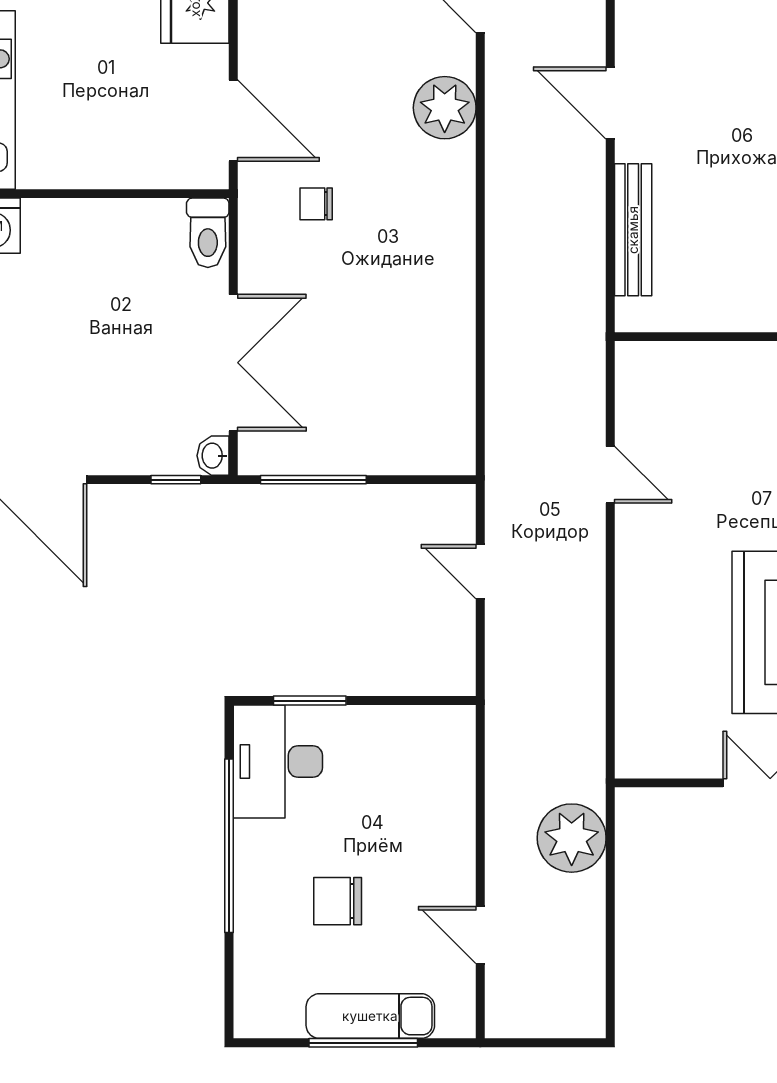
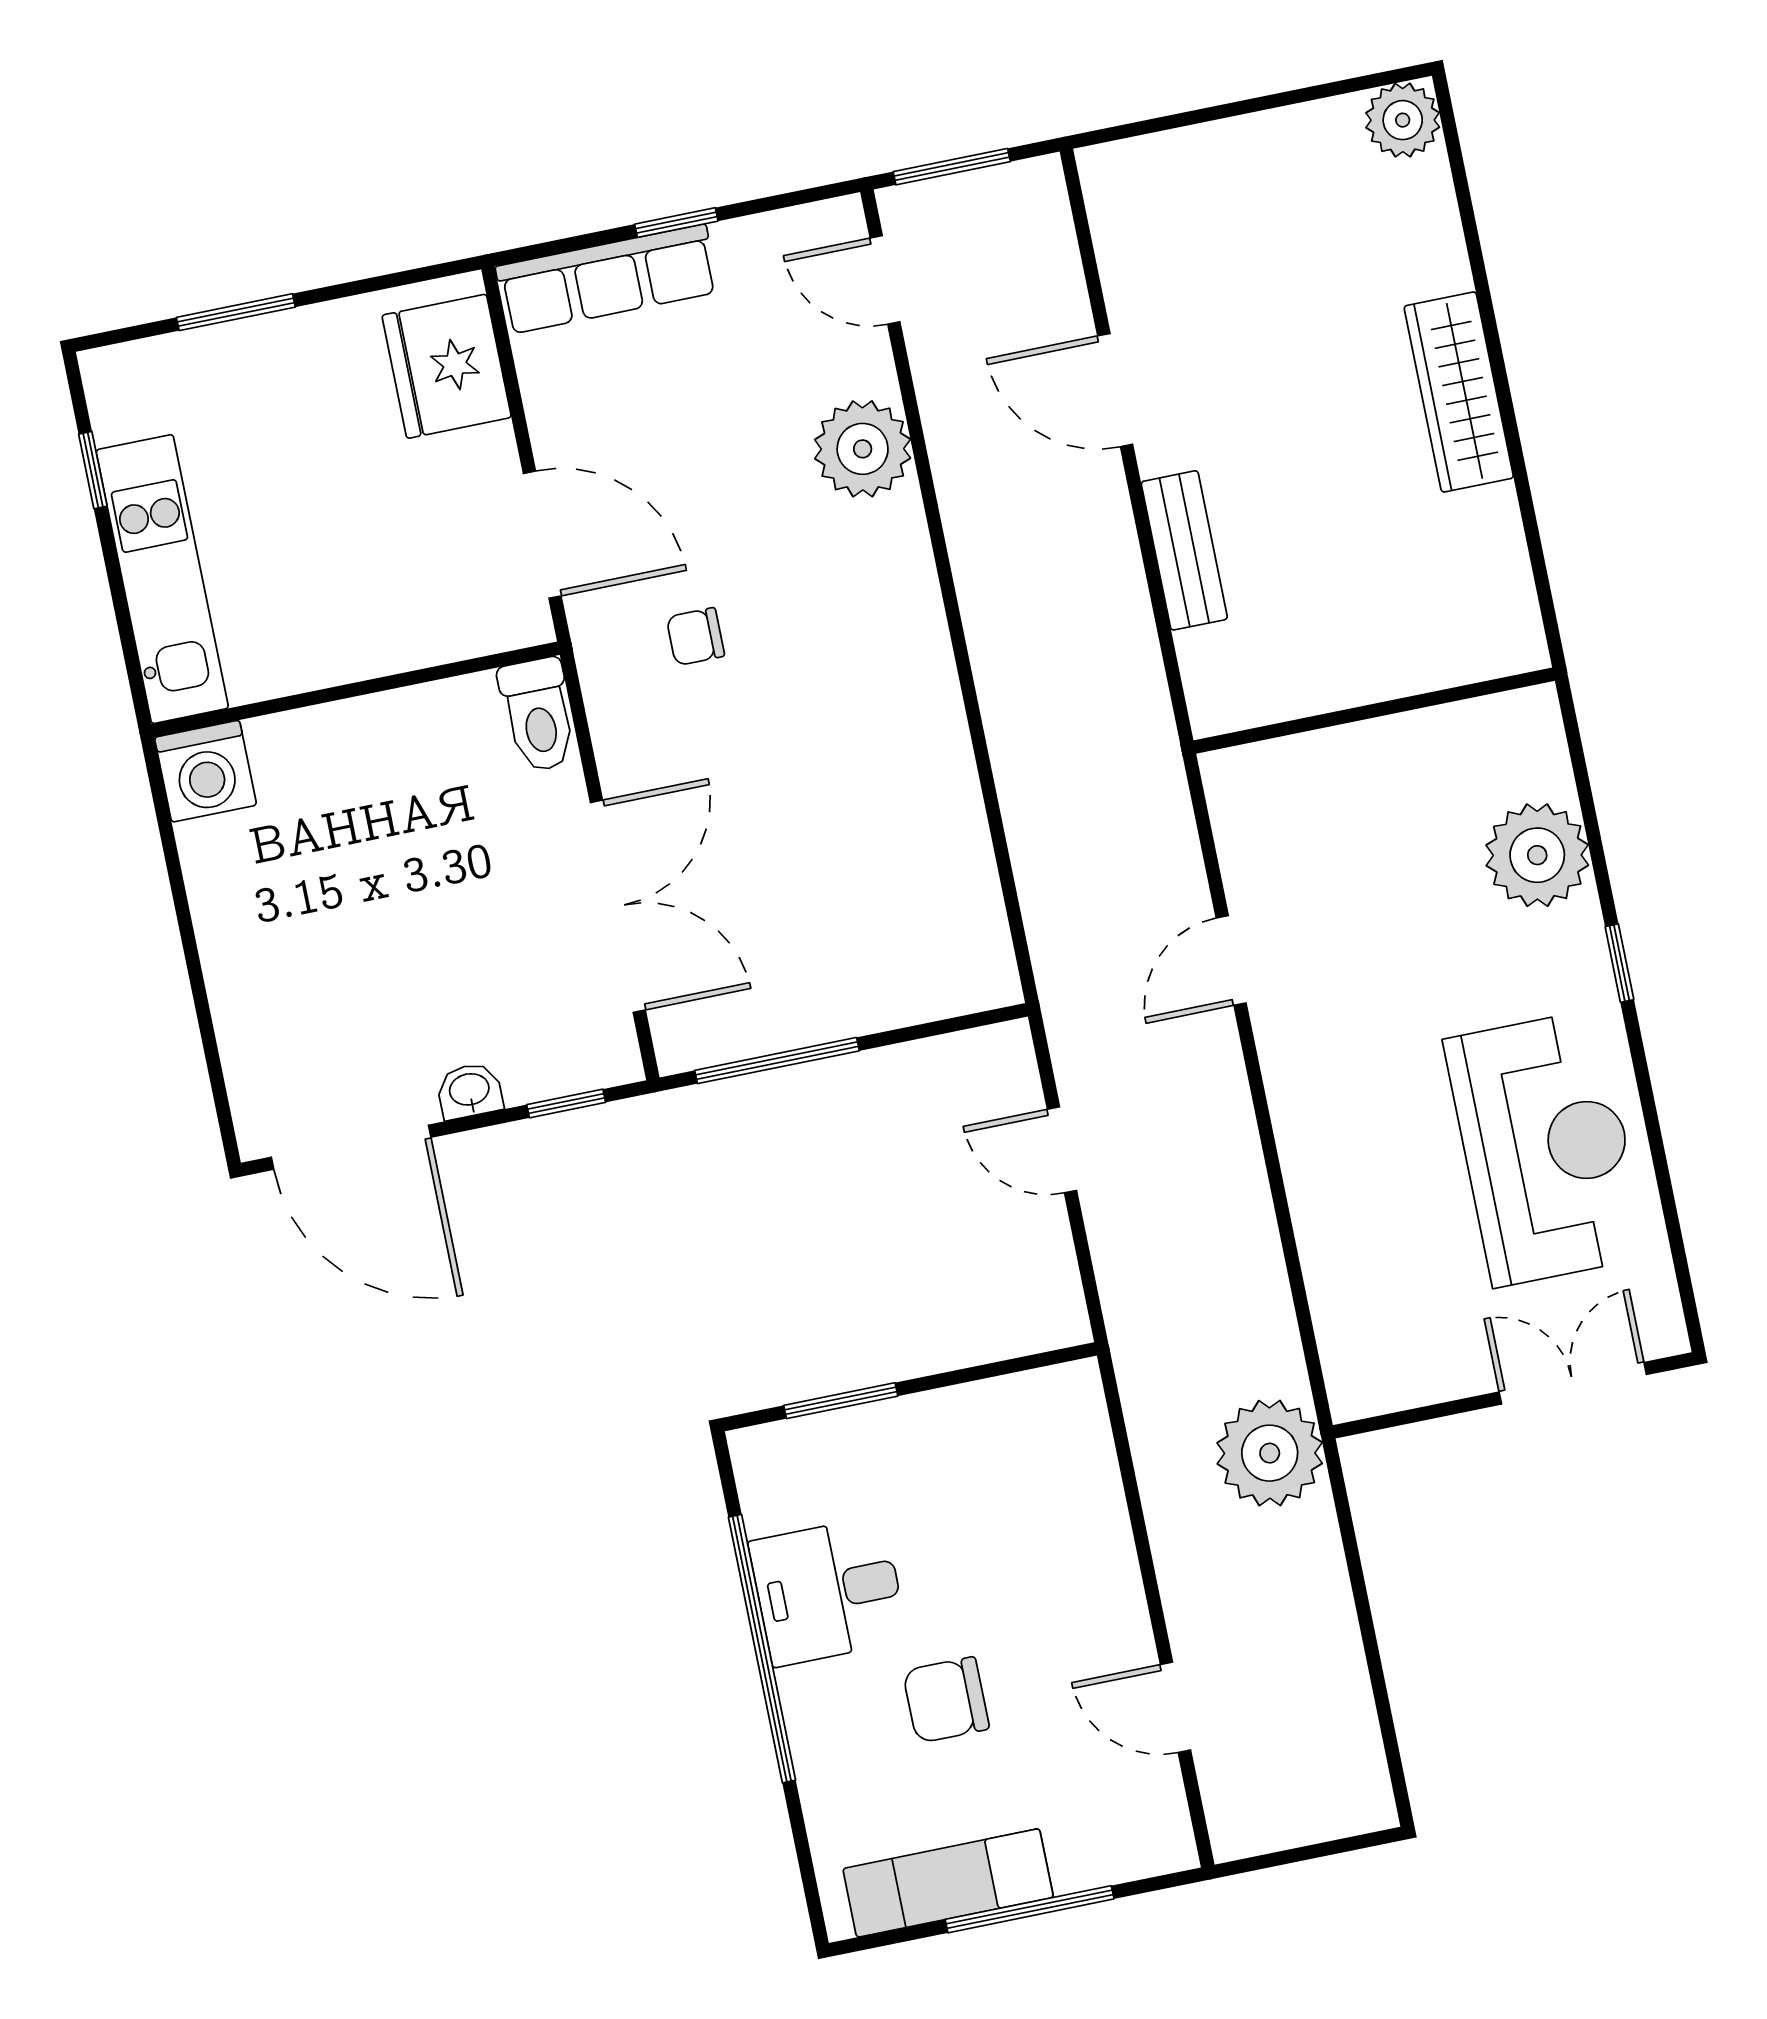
bench: (633, 230) -> (1184, 550), width x0.73
washbasin: (213, 456) -> (470, 1091), moved, turned 90
door: (610, 475) -> (1231, 960), swing flipped
desk: (278, 761) -> (828, 1591), moved, width x0.73
plant: (572, 838) -> (1270, 1453), moved
exam couch: (370, 1016) -> (948, 1883), moved

